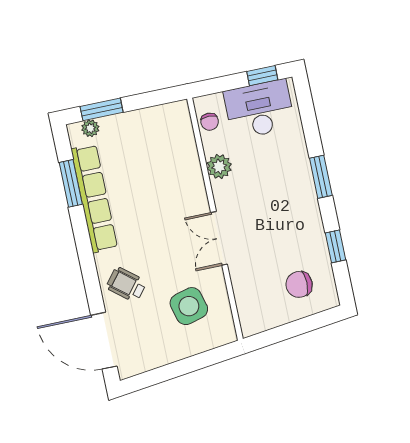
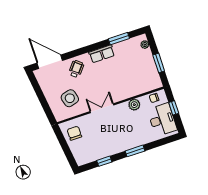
window: (262, 76) -> (174, 108), moved
window: (102, 109) -> (159, 63), moved
row of seats: (94, 198) -> (102, 54), width x0.50
chair: (299, 284) -> (74, 133), moved
door: (104, 341) -> (50, 62), hinge flipped

